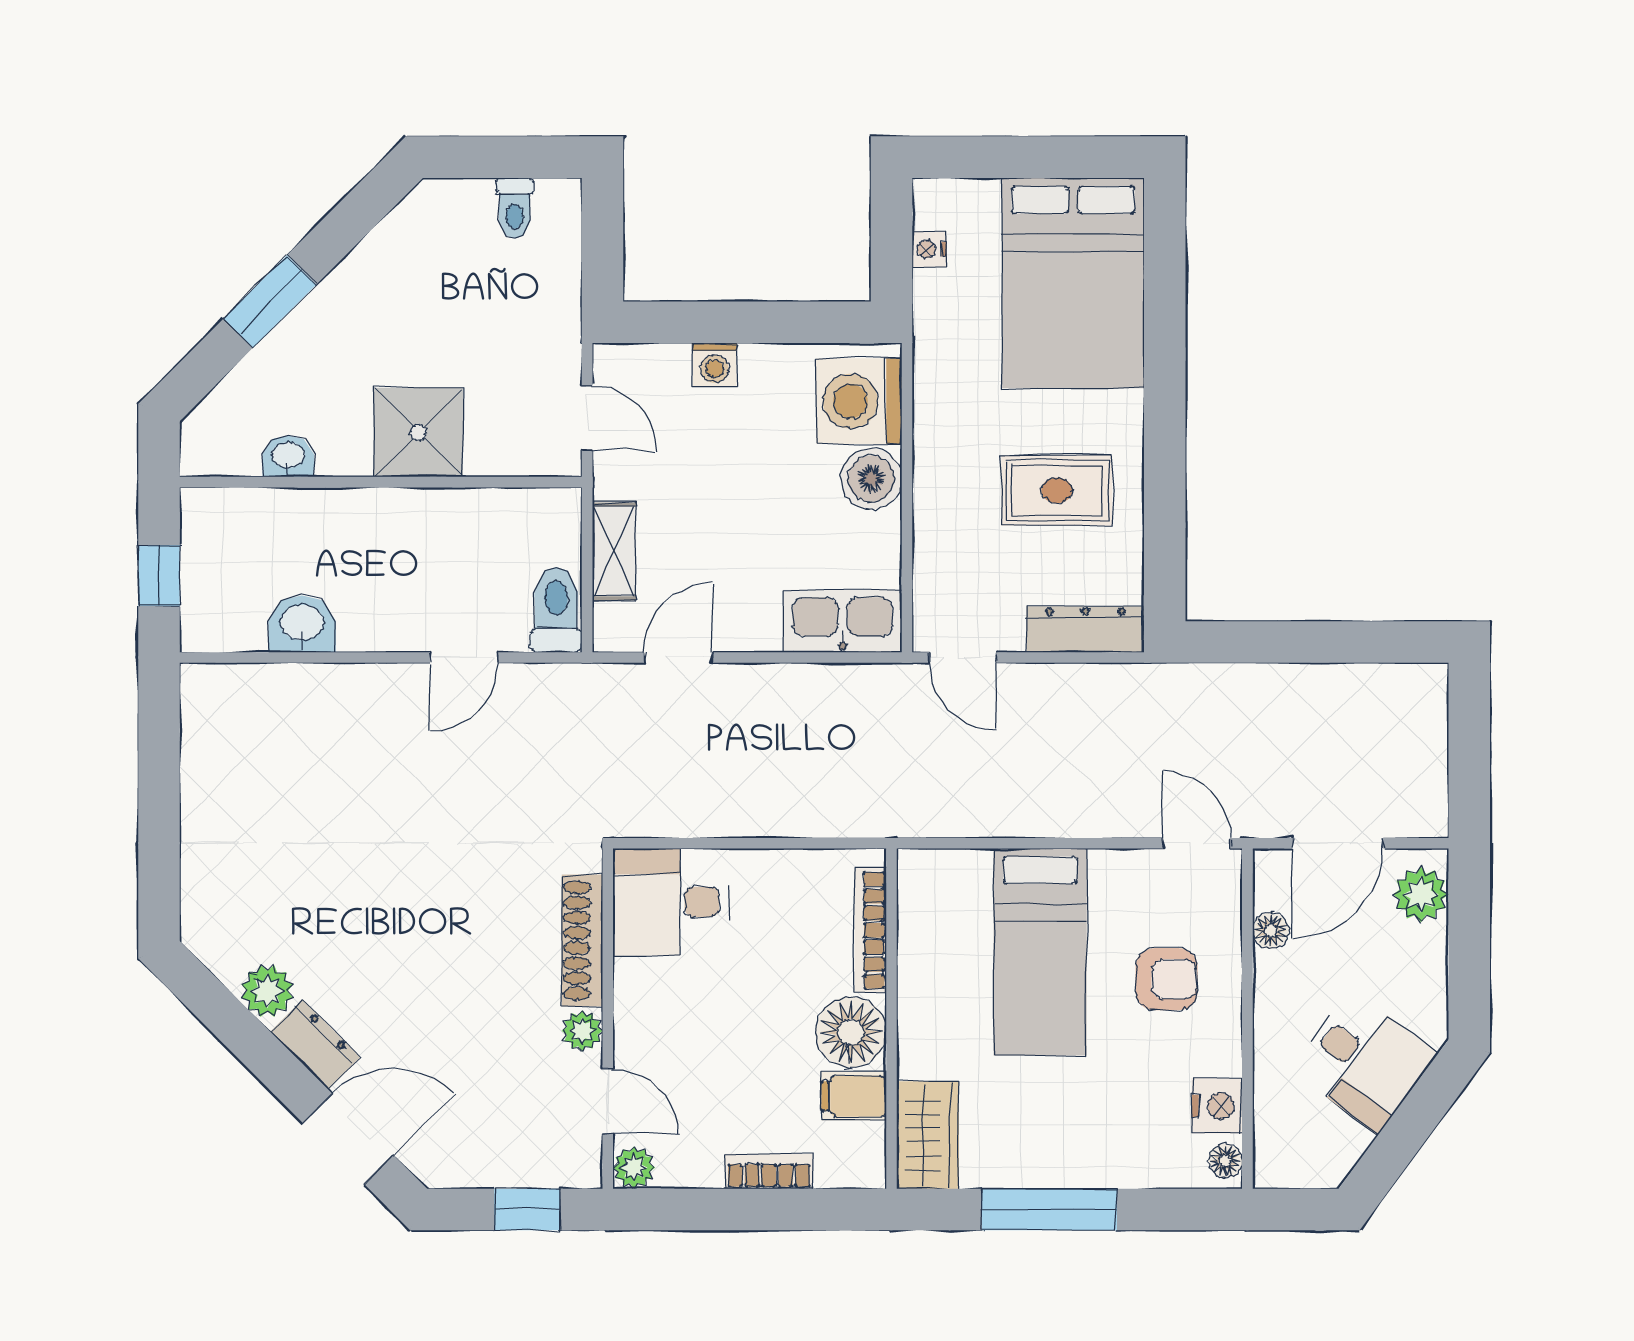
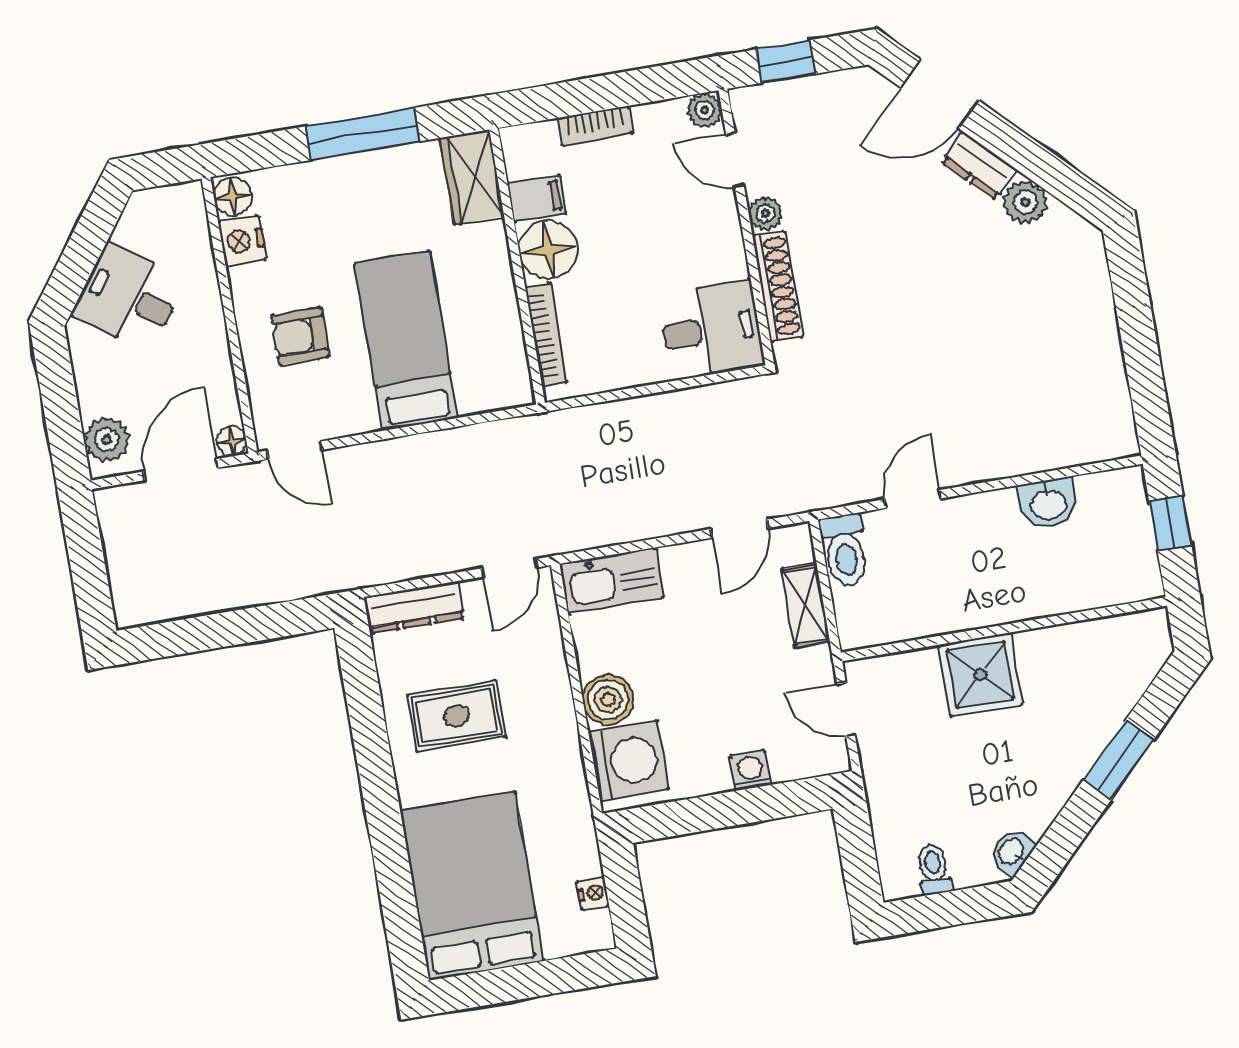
washbasin: (288, 456) -> (1012, 852), moved, turned 135
door: (963, 657) -> (509, 568), swing flipped
floor lamp: (1271, 931) -> (232, 441), moved
floor lamp: (1225, 1161) -> (233, 197), width x1.37, depth x1.37

